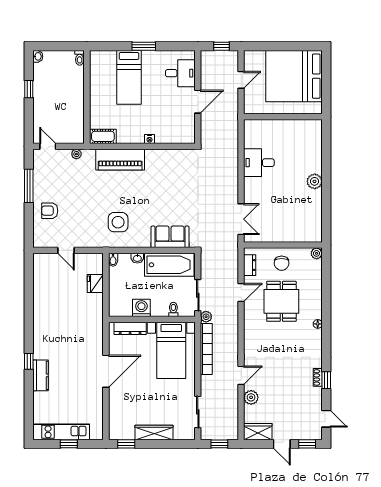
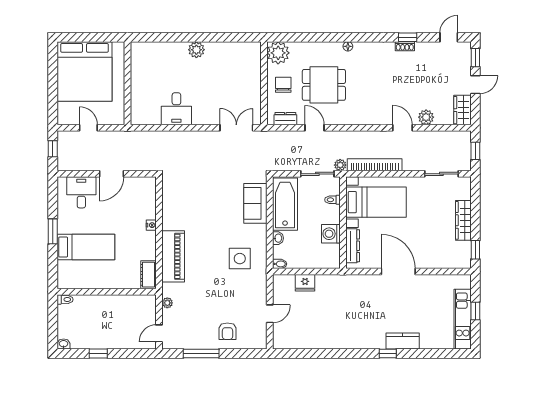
door: (198, 102) -> (112, 174), swing flipped
plant: (317, 253) -> (278, 53), width x1.87, depth x1.87
chair: (282, 263) -> (283, 85), turned -90

